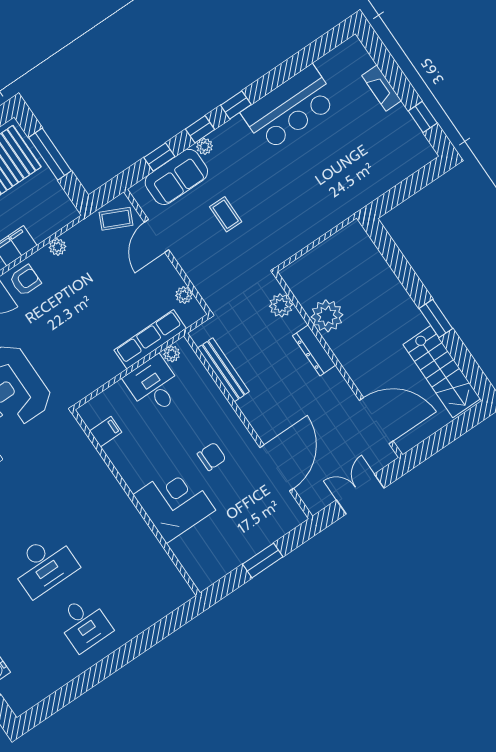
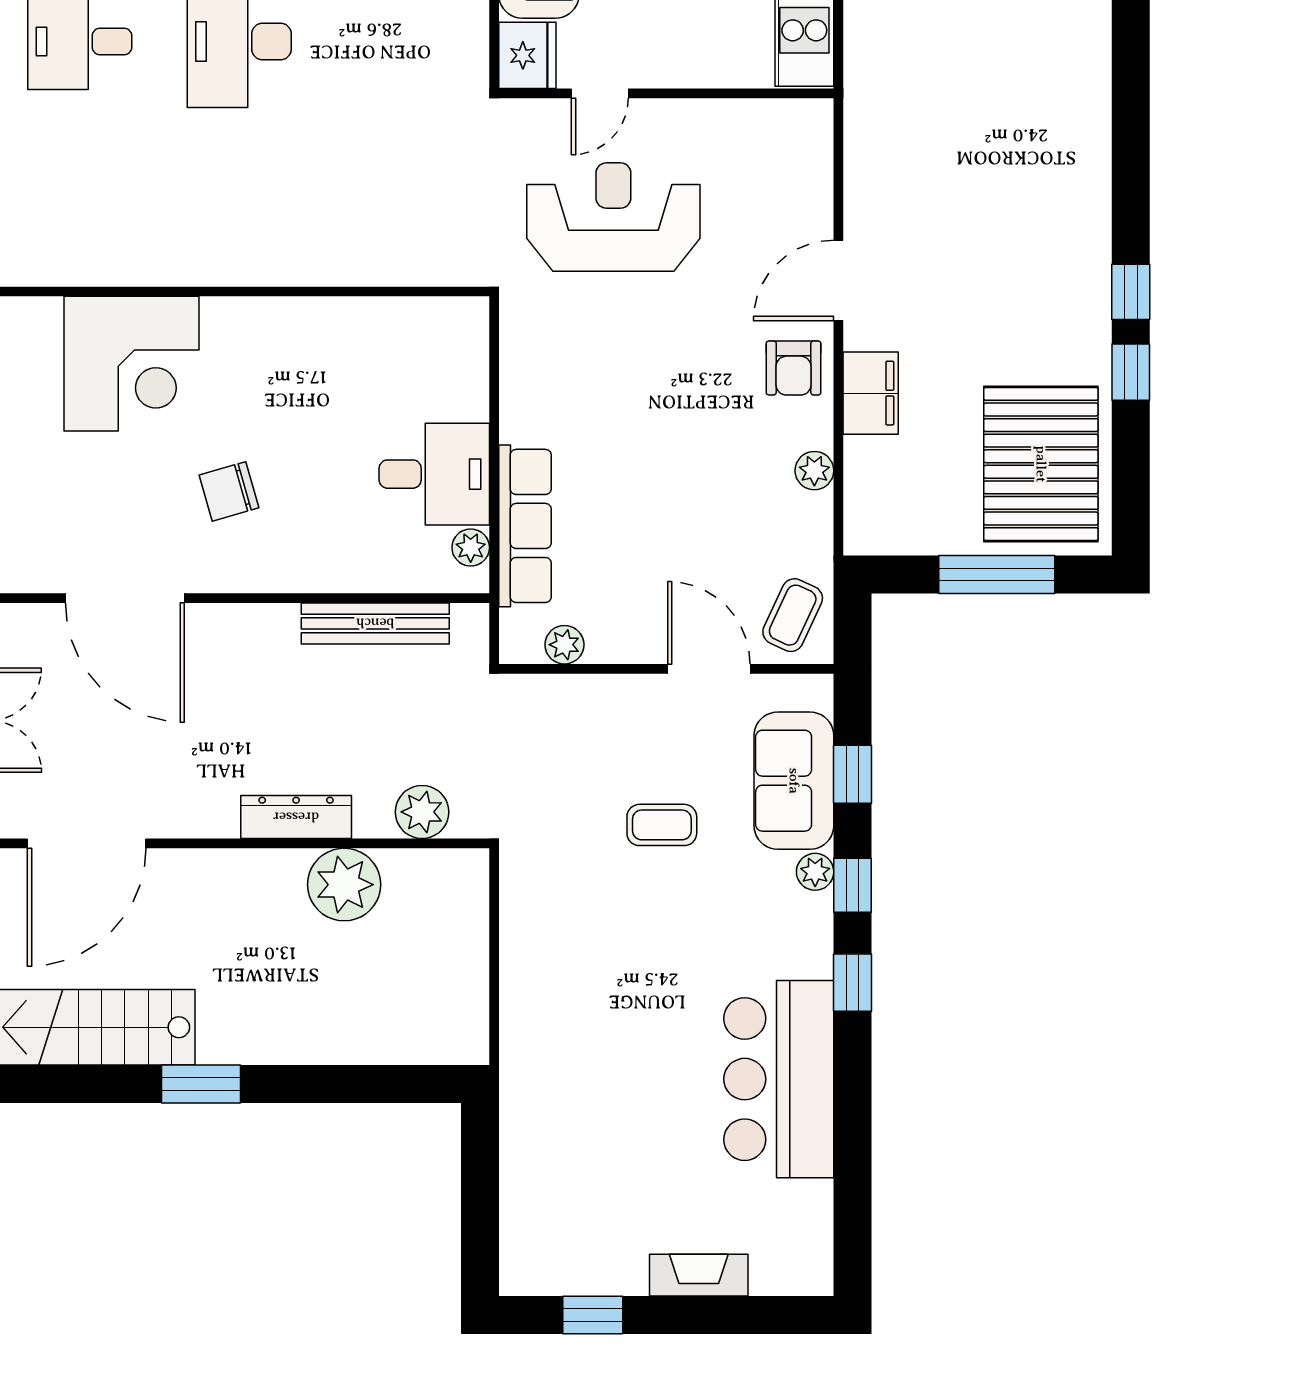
filing cabinet: (106, 432) -> (410, 326), removed
chair: (212, 456) -> (229, 491), turned 74
corner desk: (174, 502) -> (132, 364), moved

